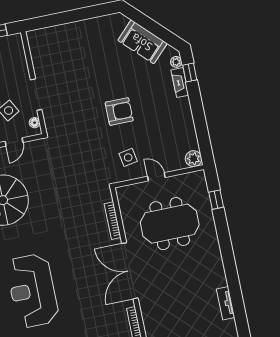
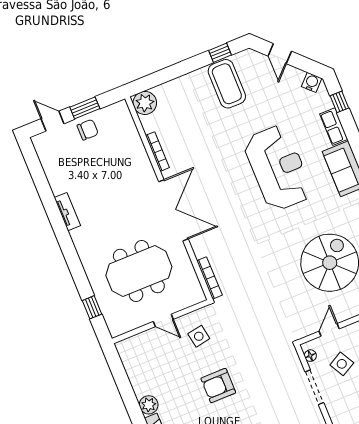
plant: (194, 159) -> (149, 405), moved
bookcase: (113, 221) -> (209, 278), moved
tv unit: (226, 303) -> (67, 212), moved

